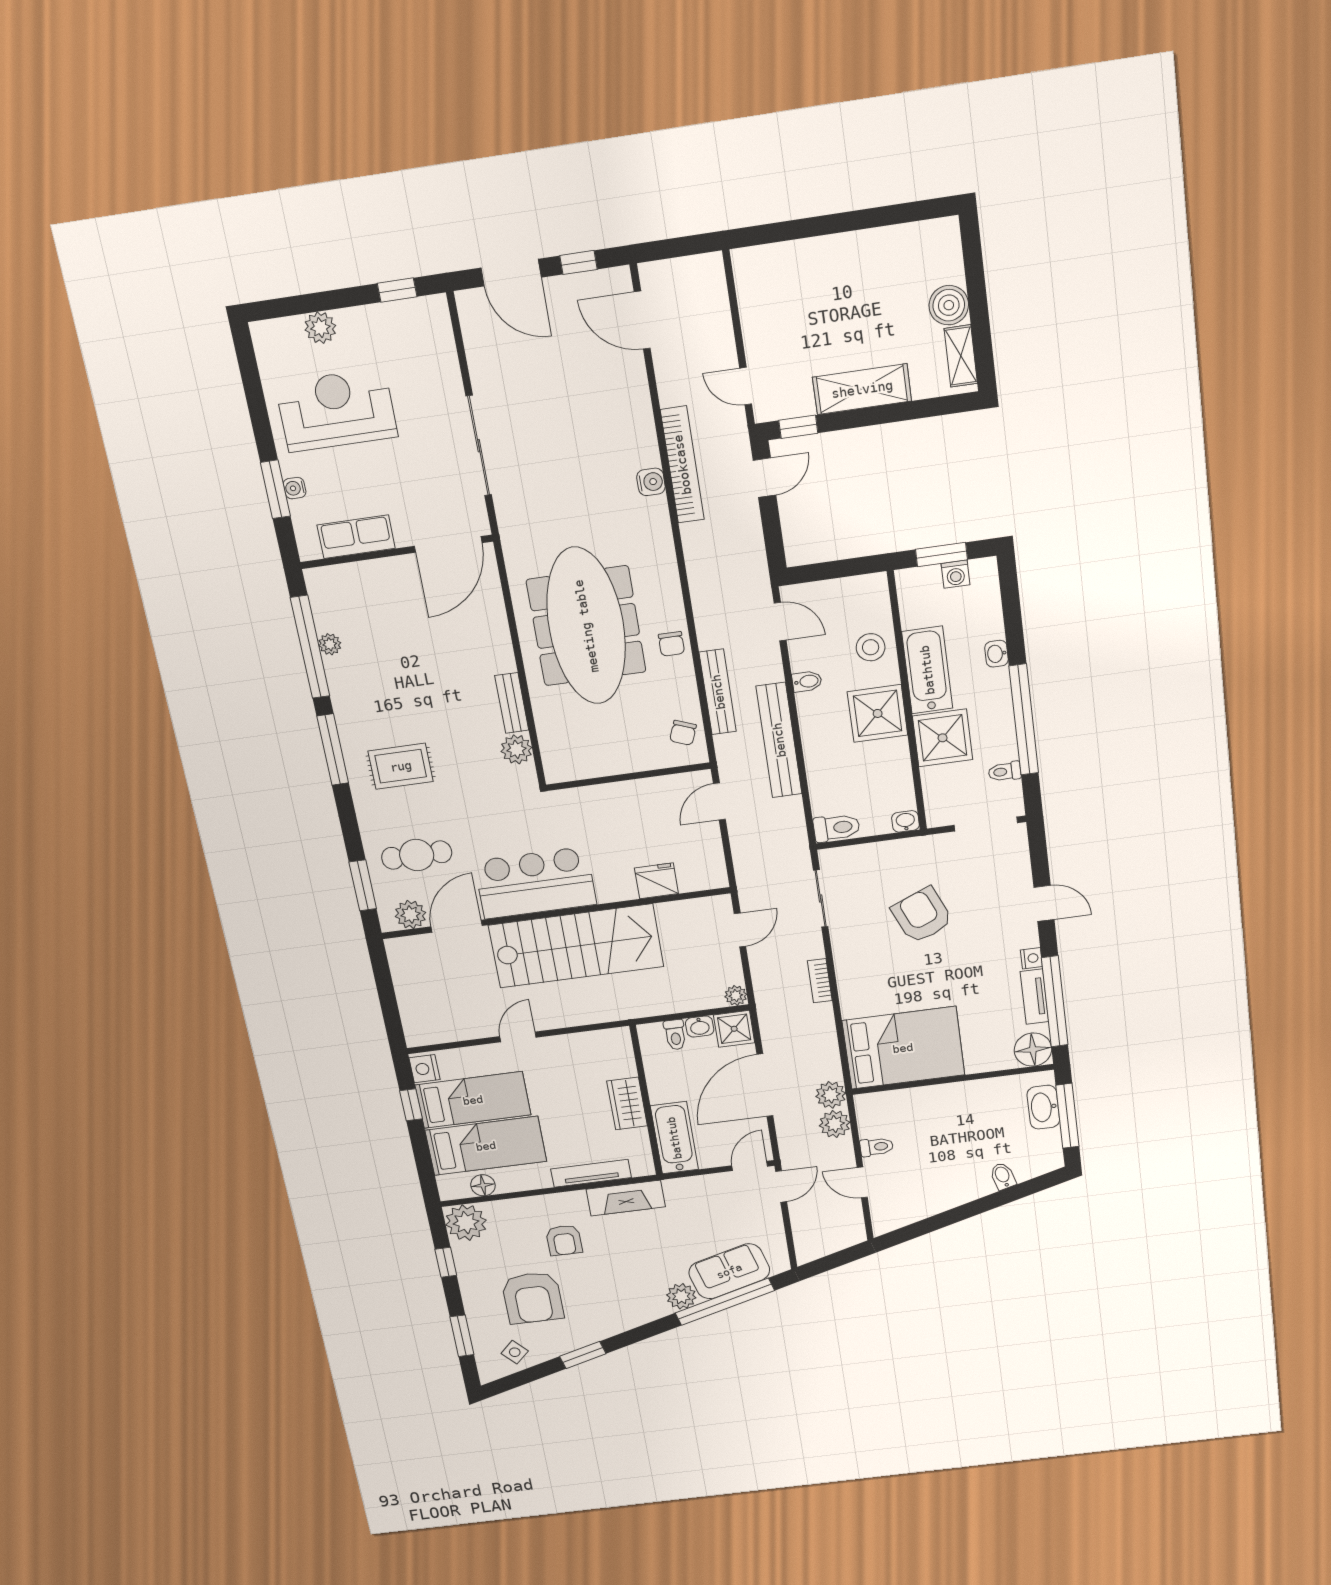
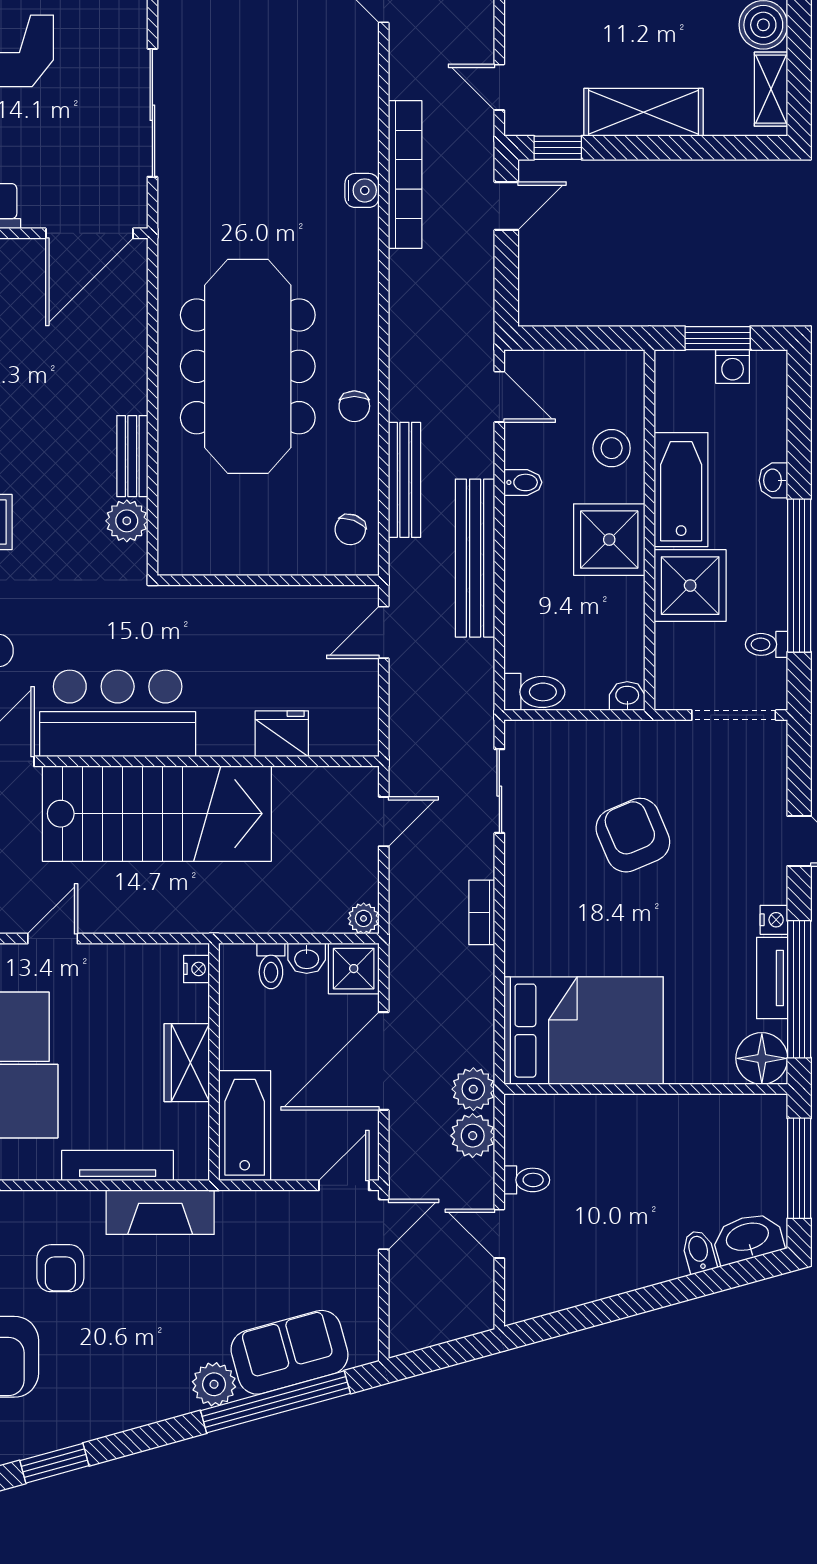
nightstand: (623, 1043) -> (197, 969), added
washbasin: (1043, 1107) -> (748, 1238), moved, turned 75

